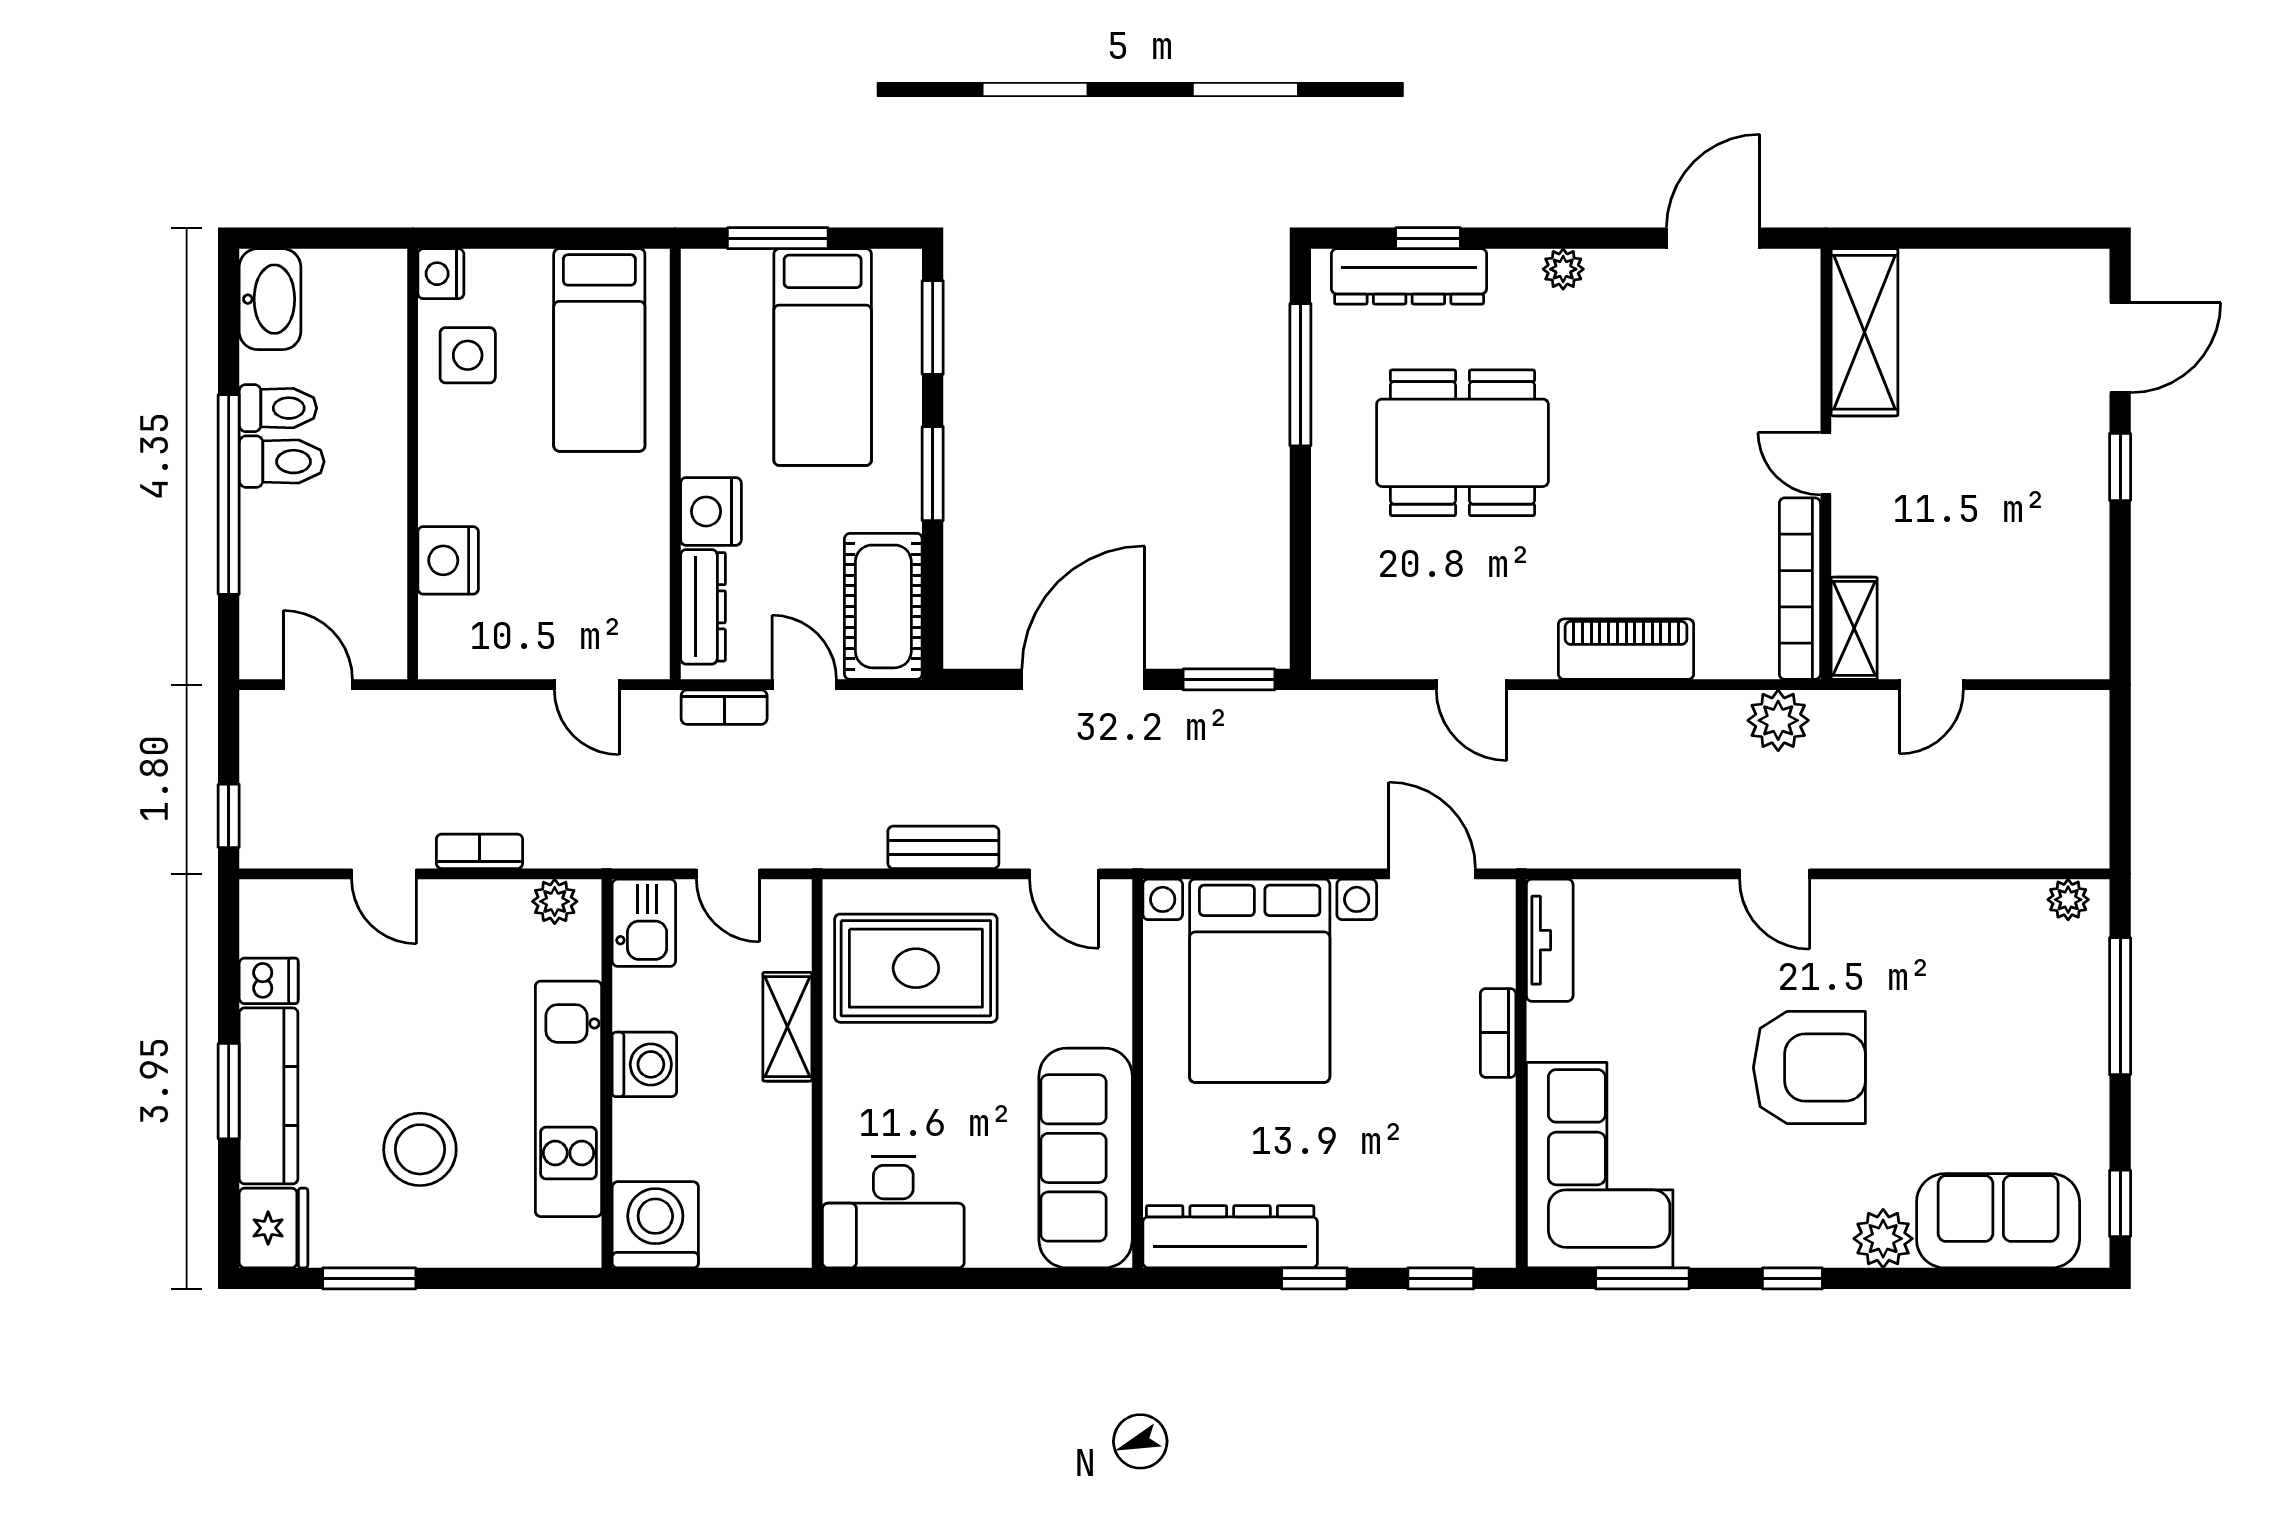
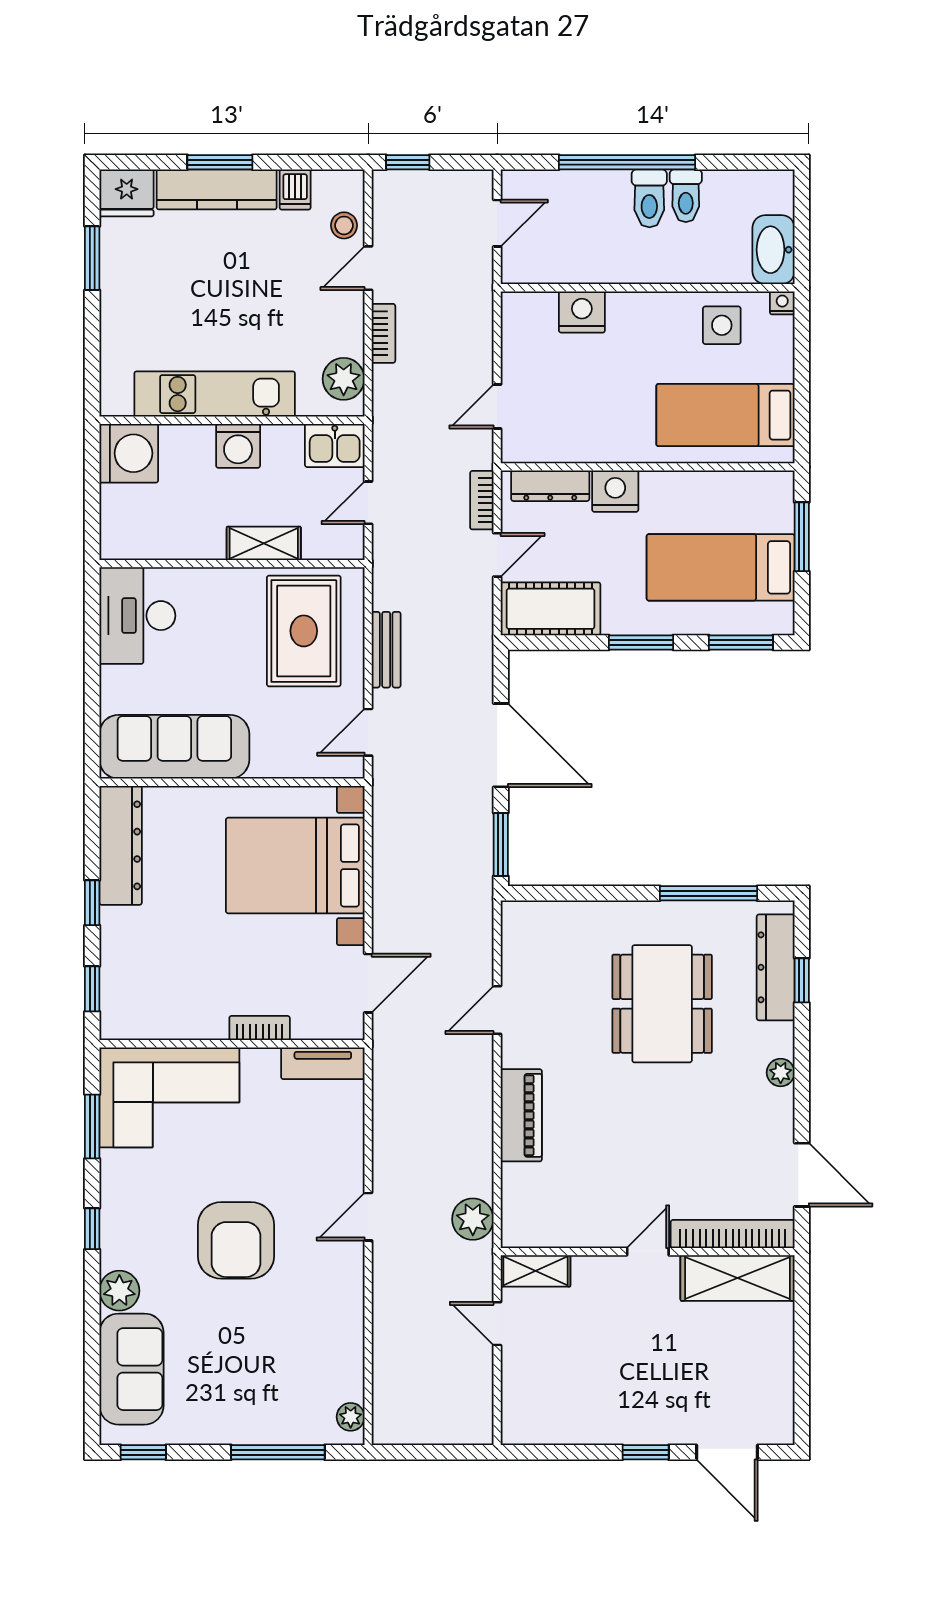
nightstand: (441, 274) -> (782, 303), width x0.72, depth x0.74
washbasin: (270, 299) -> (773, 250), moved, turned 90
bookcase: (1800, 589) -> (733, 1234), moved
plant: (555, 901) -> (344, 379), width x1.38, depth x1.38
stool: (420, 1149) -> (344, 225), moved, width x0.53, depth x0.53

